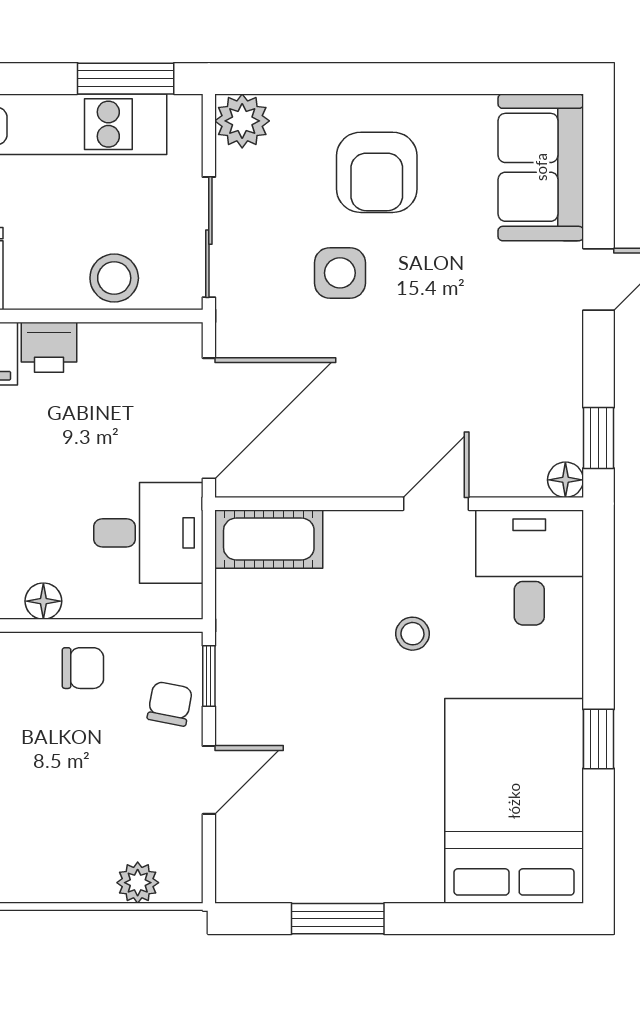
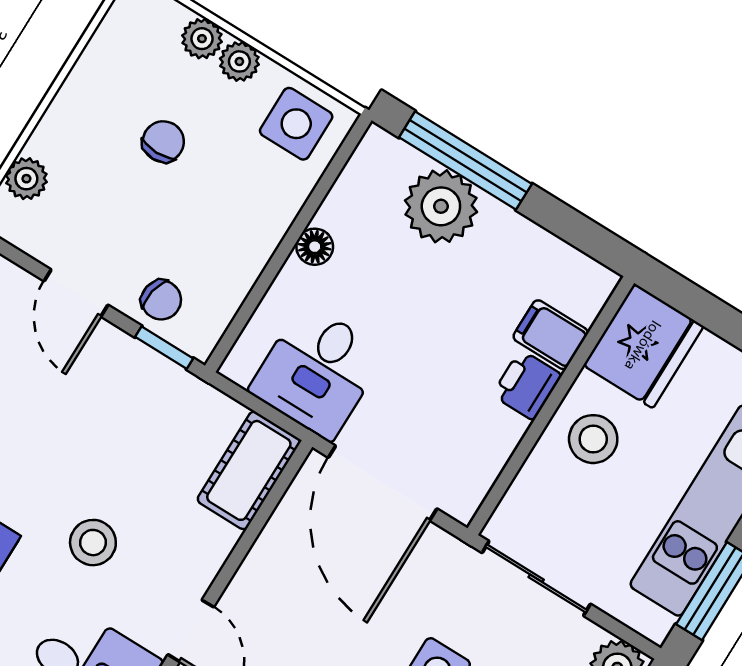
stool: (114, 278) -> (593, 439), moved
stool: (412, 634) -> (93, 543), width x1.37, depth x1.37
chair: (83, 668) -> (163, 142), moved, turned 180

